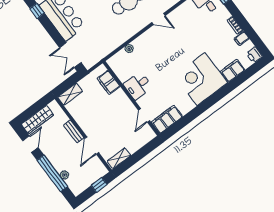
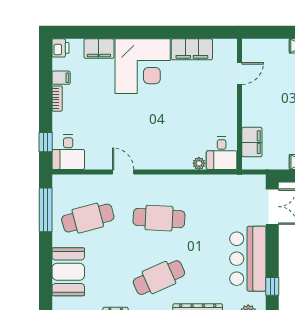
door: (158, 19) -> (123, 172), moved
desk: (138, 86) -> (222, 153), moved, turned 90
filing cabinet: (167, 119) -> (192, 49), moved

